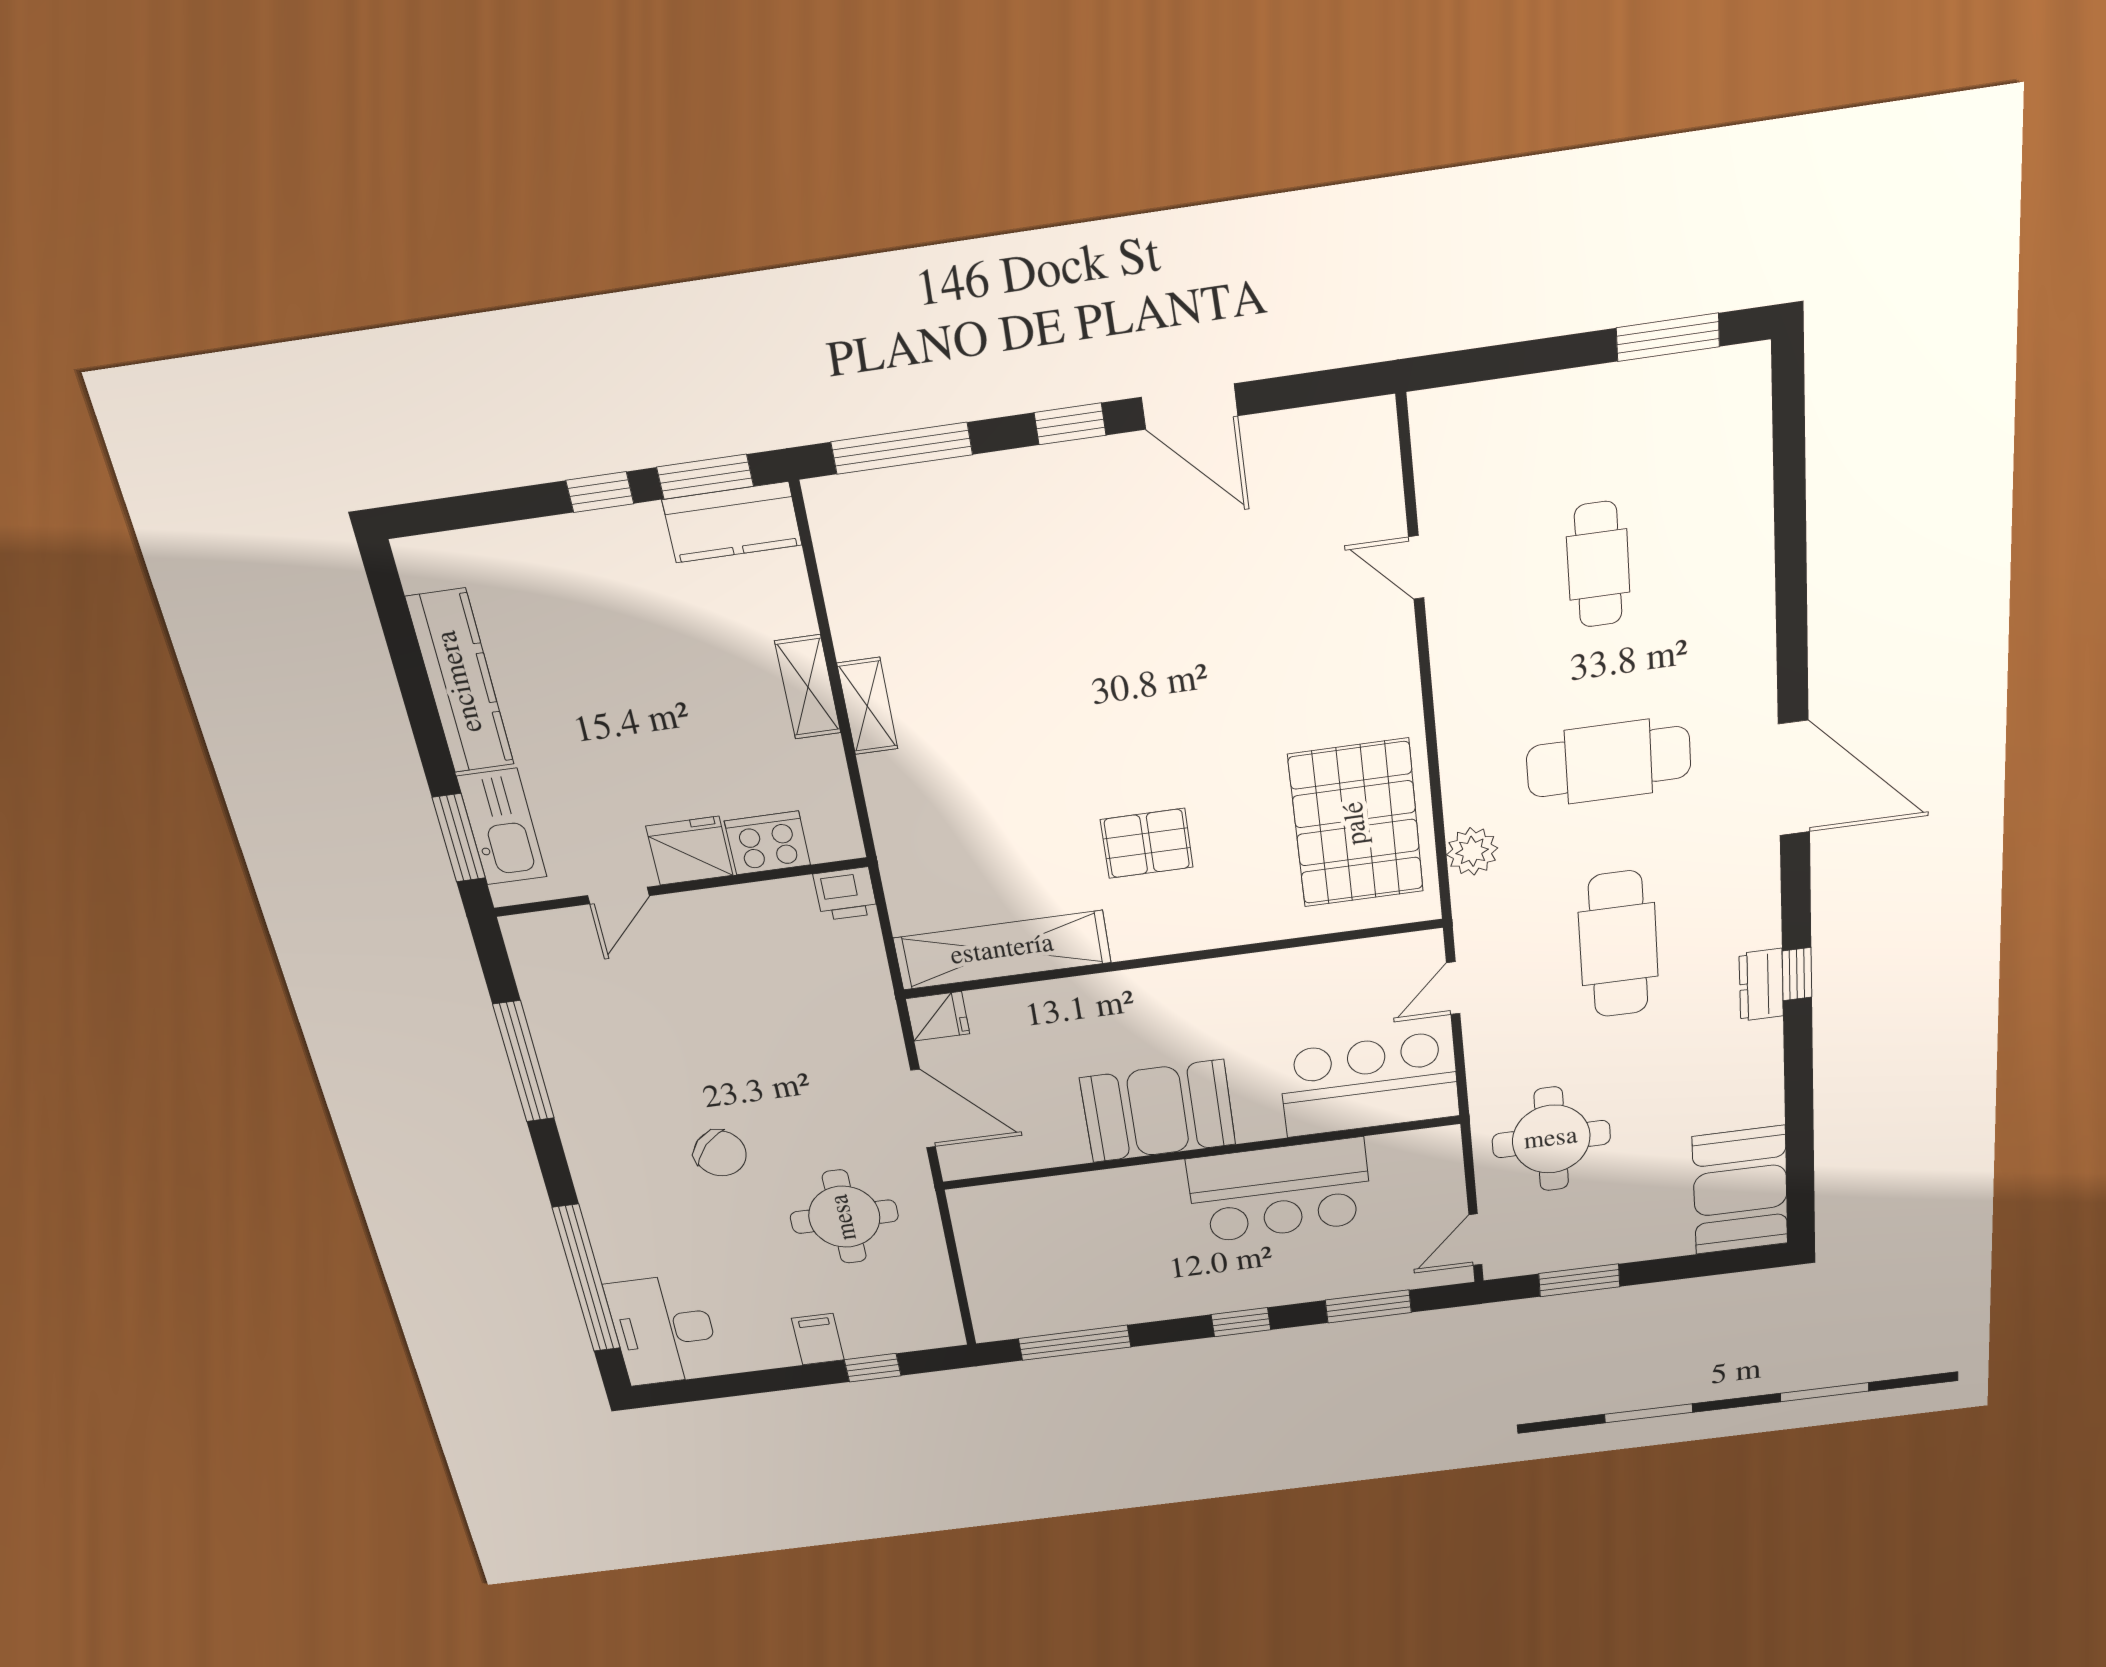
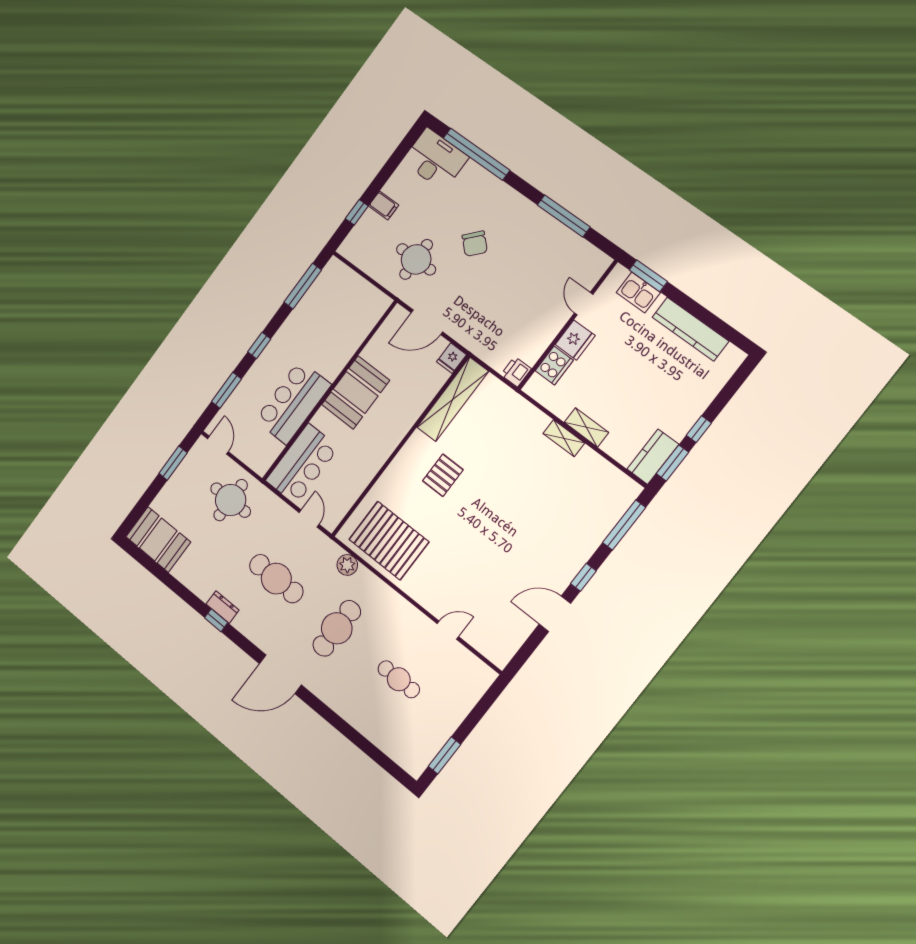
kitchen sink: (502, 827) -> (638, 292), width x0.73
chair: (720, 1153) -> (475, 244), turned -91

